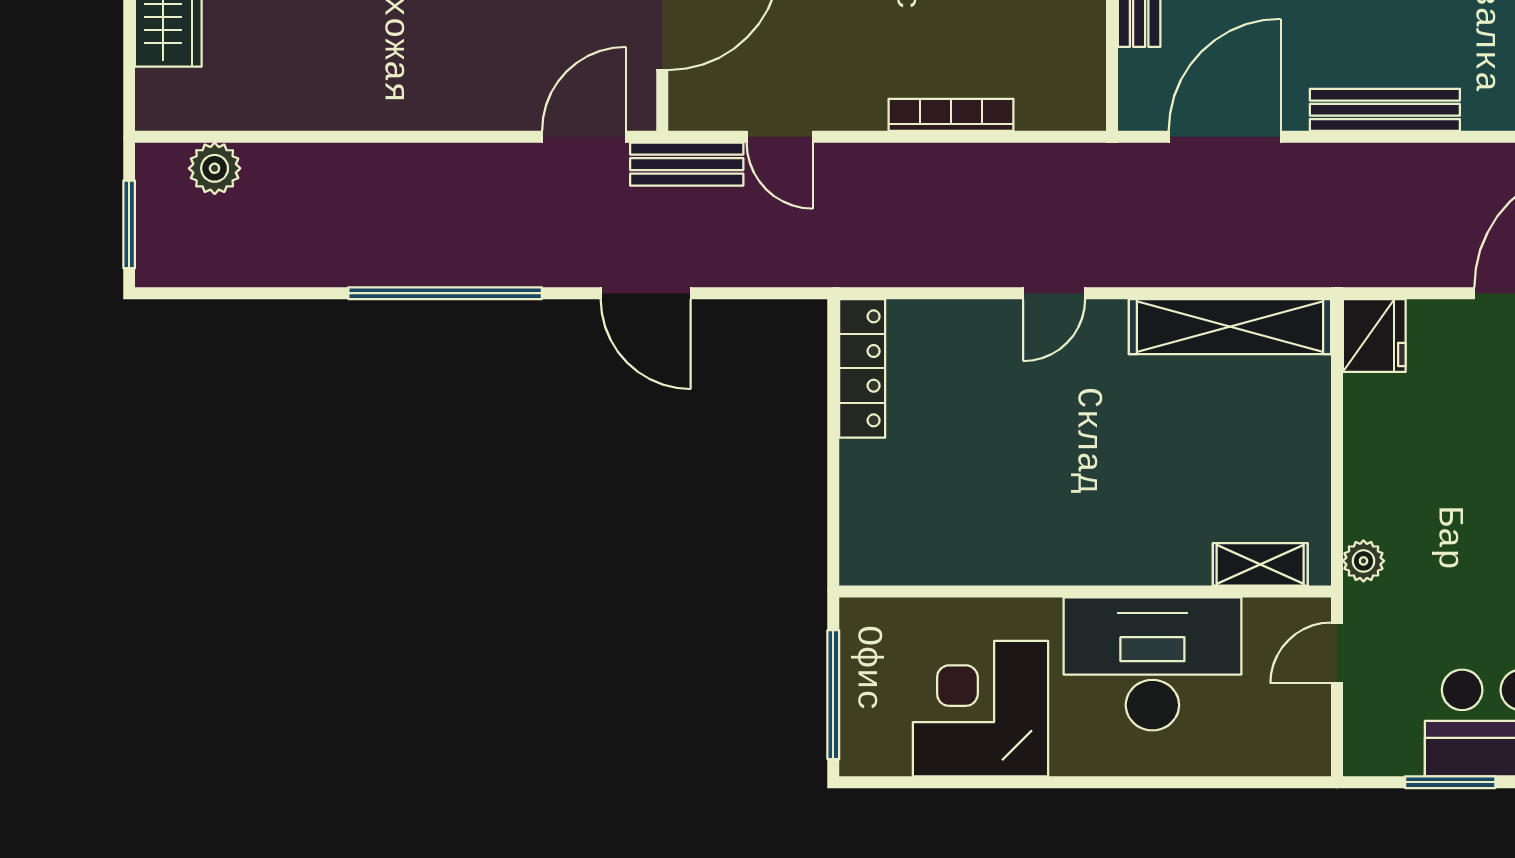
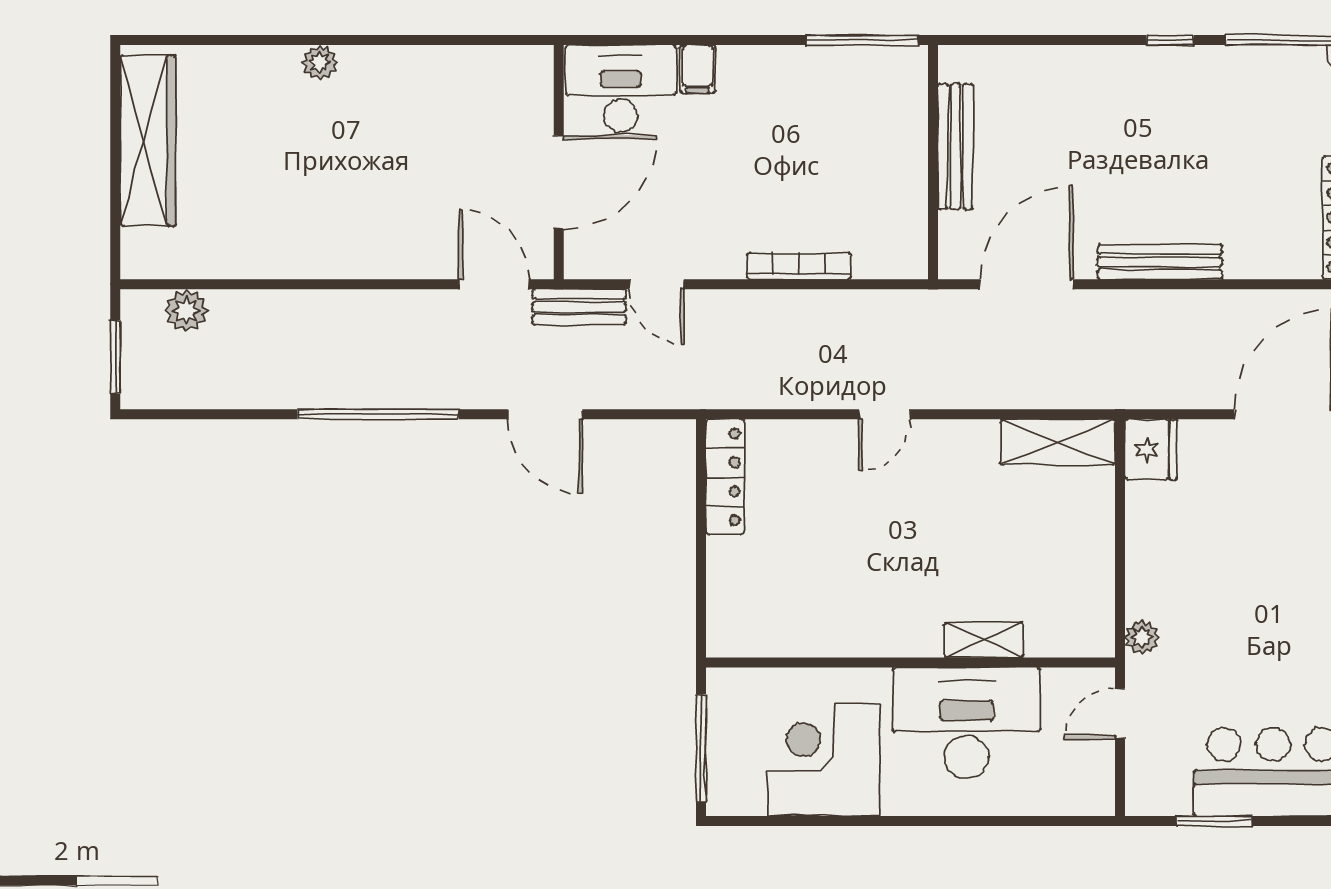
door: (584, 137) -> (494, 284), hinge flipped
shelving: (1230, 327) -> (1058, 442), width x0.68
shelving: (1260, 564) -> (984, 640), moved

